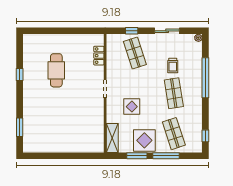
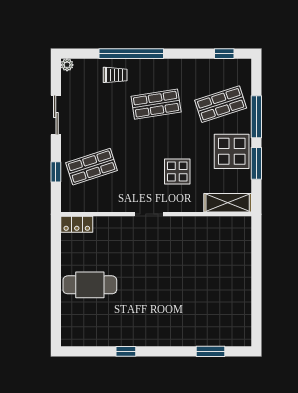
locker: (99, 56) -> (77, 224), moved
trolley: (173, 66) -> (115, 75), moved
cafe table: (56, 70) -> (90, 285), moved

